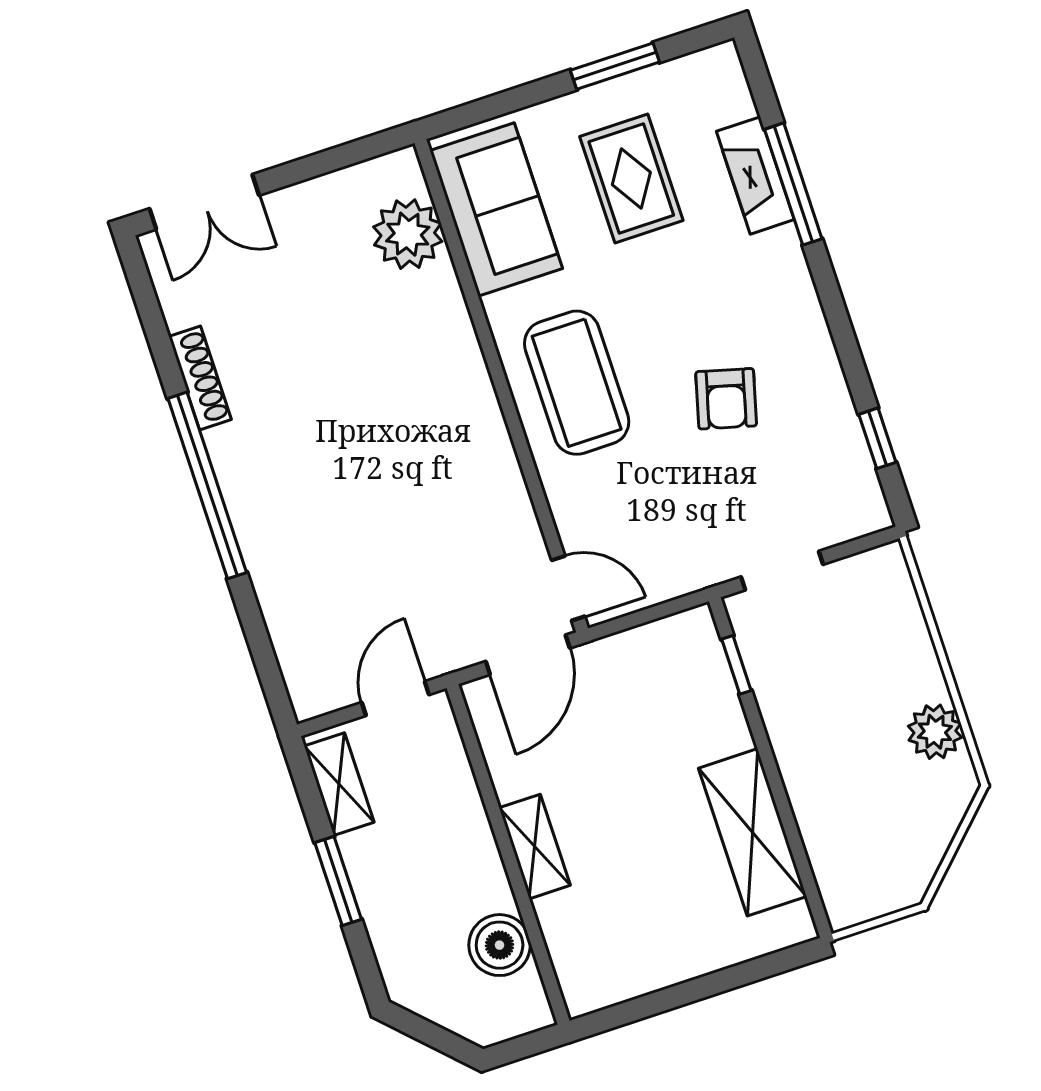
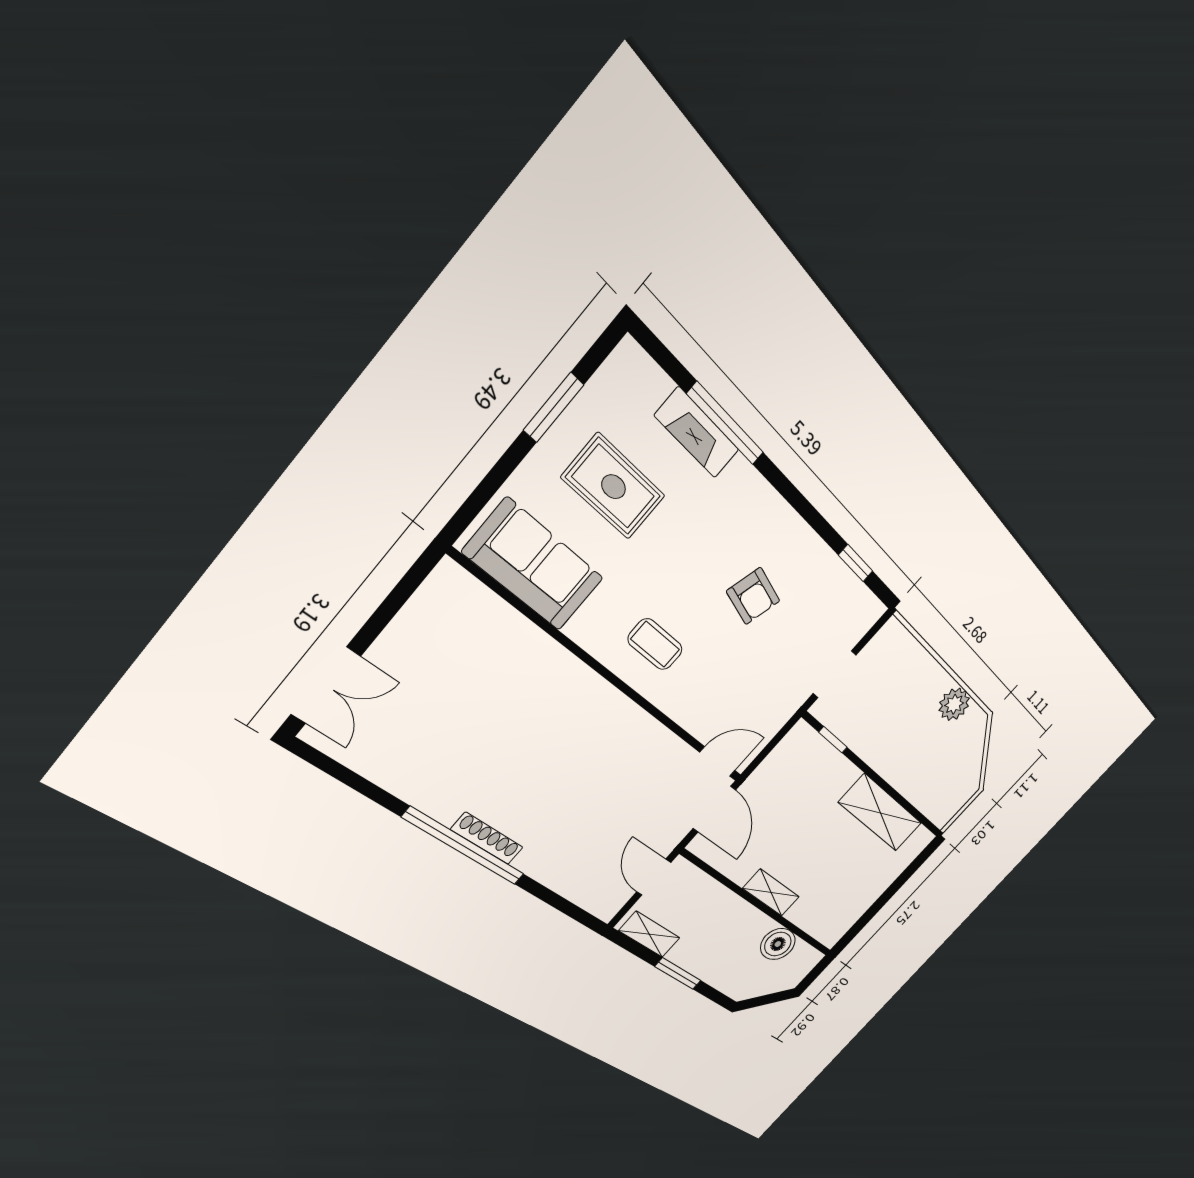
plant: (408, 234) -> (484, 619), removed
shoe rack: (200, 378) -> (487, 838), moved
coffee table: (577, 383) -> (655, 644), width x0.54, depth x0.58

